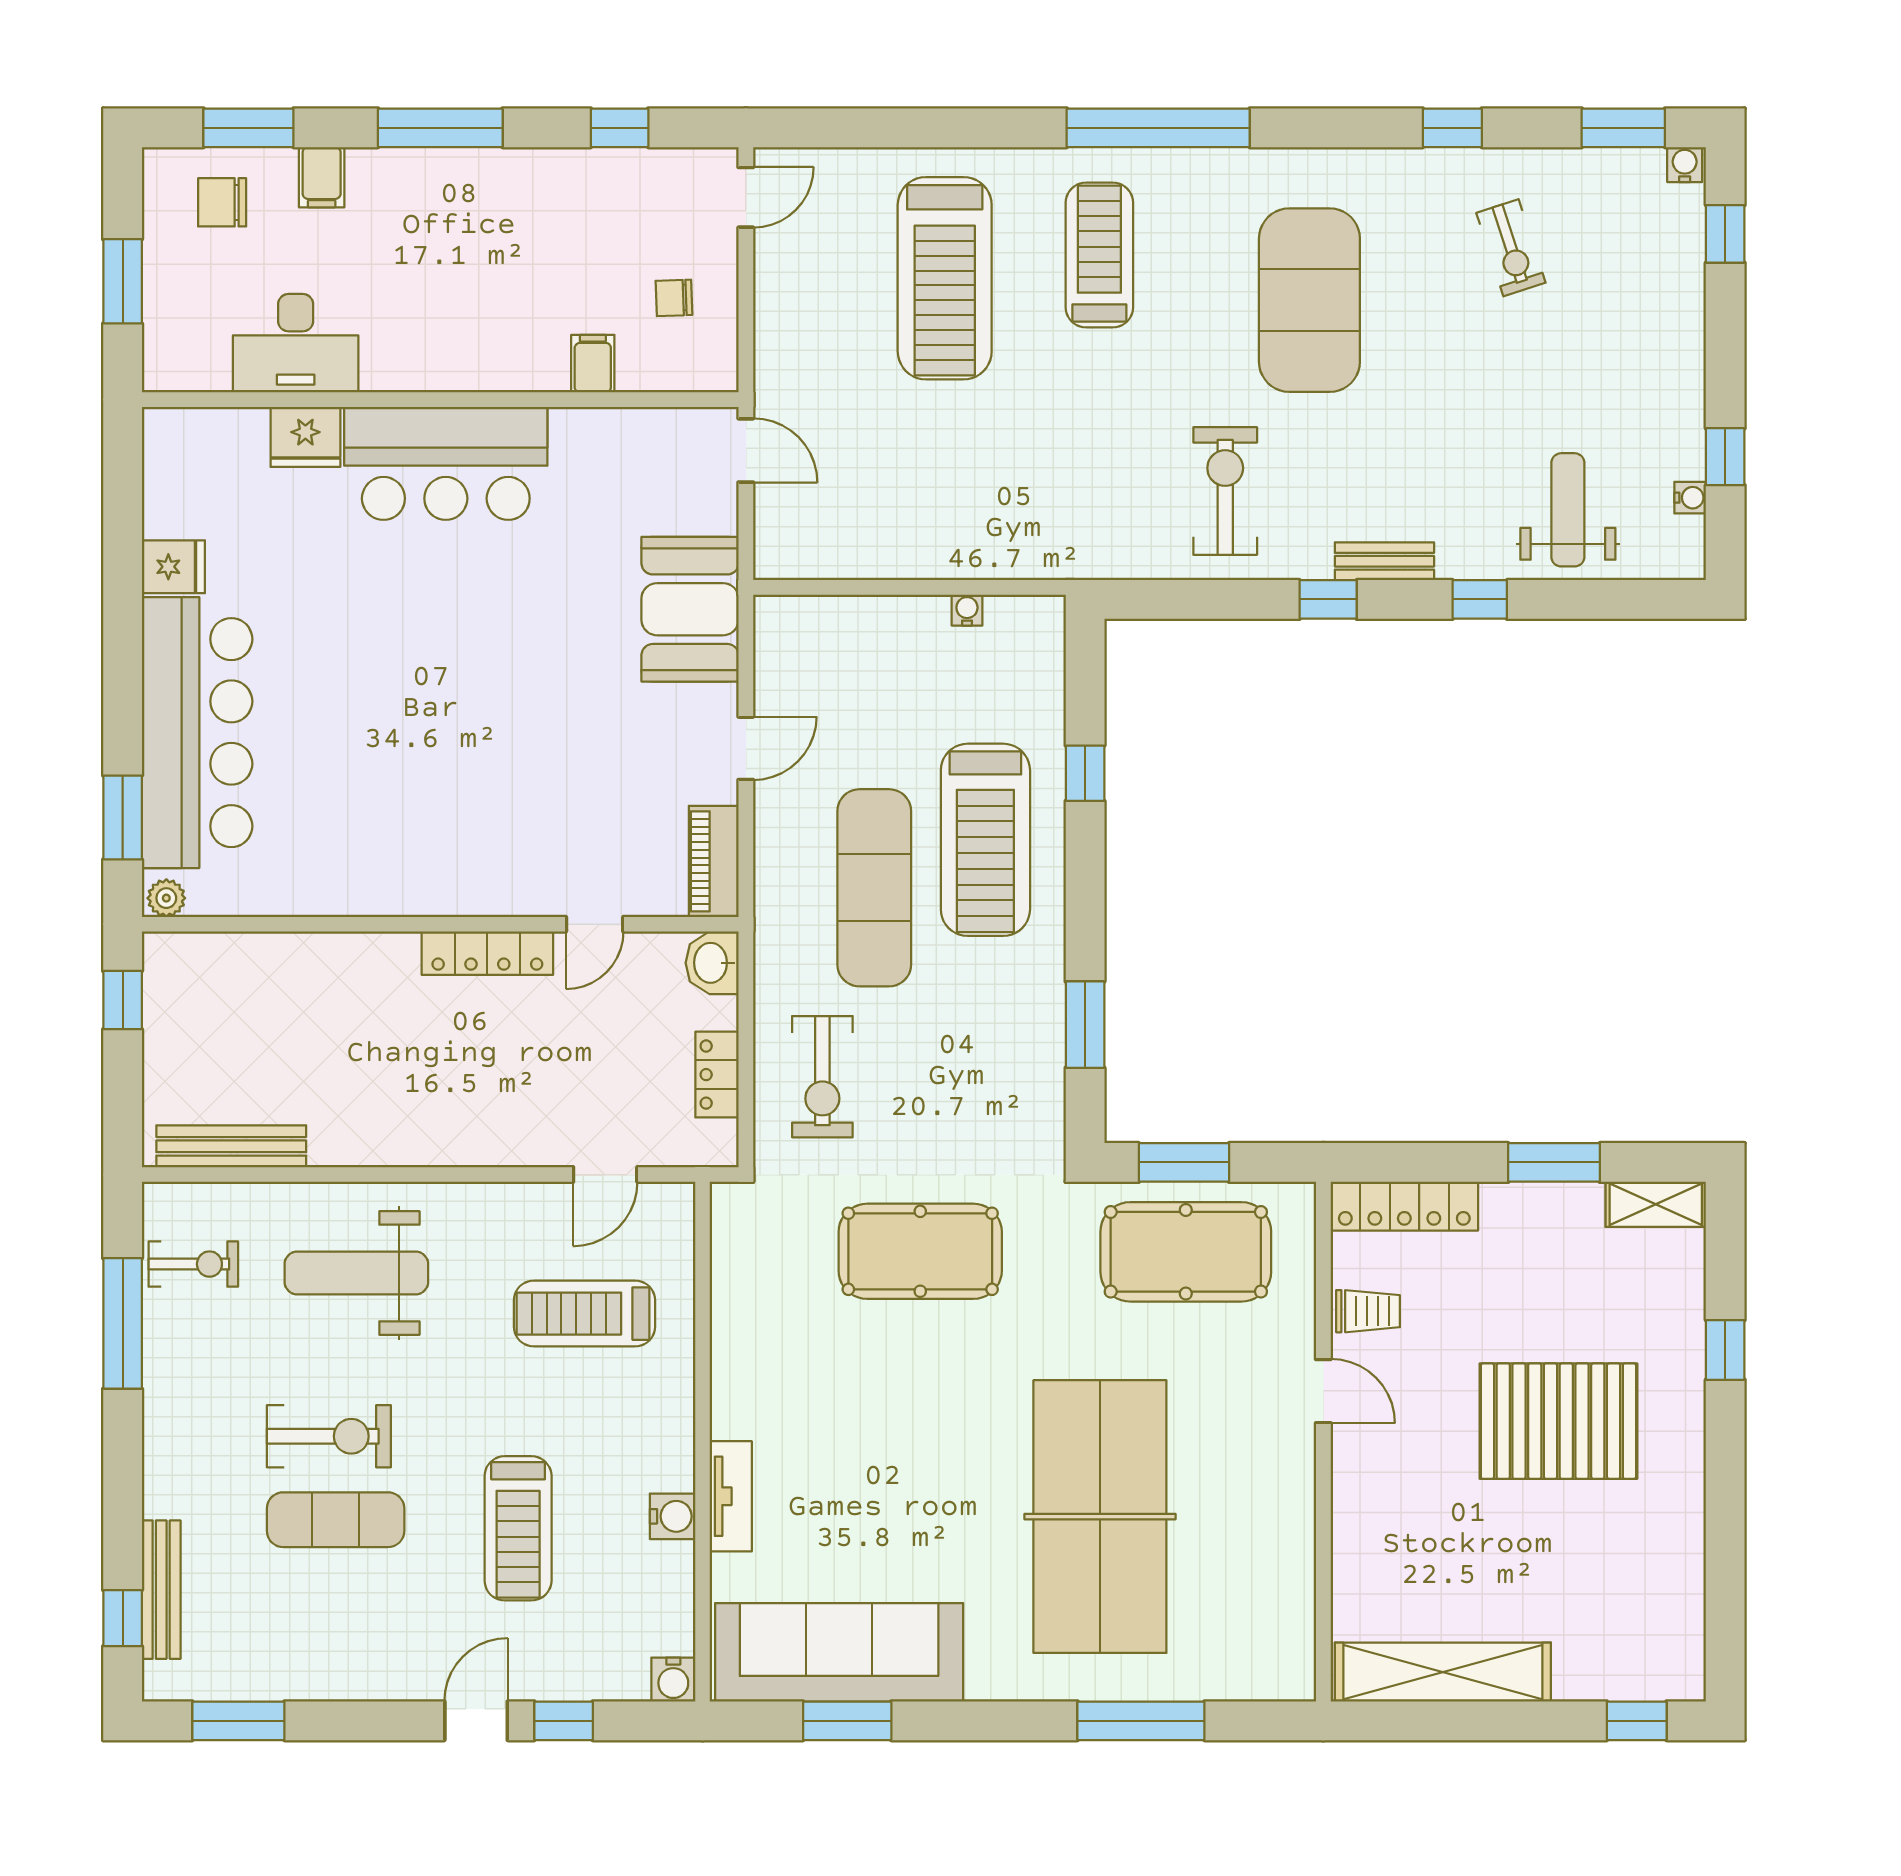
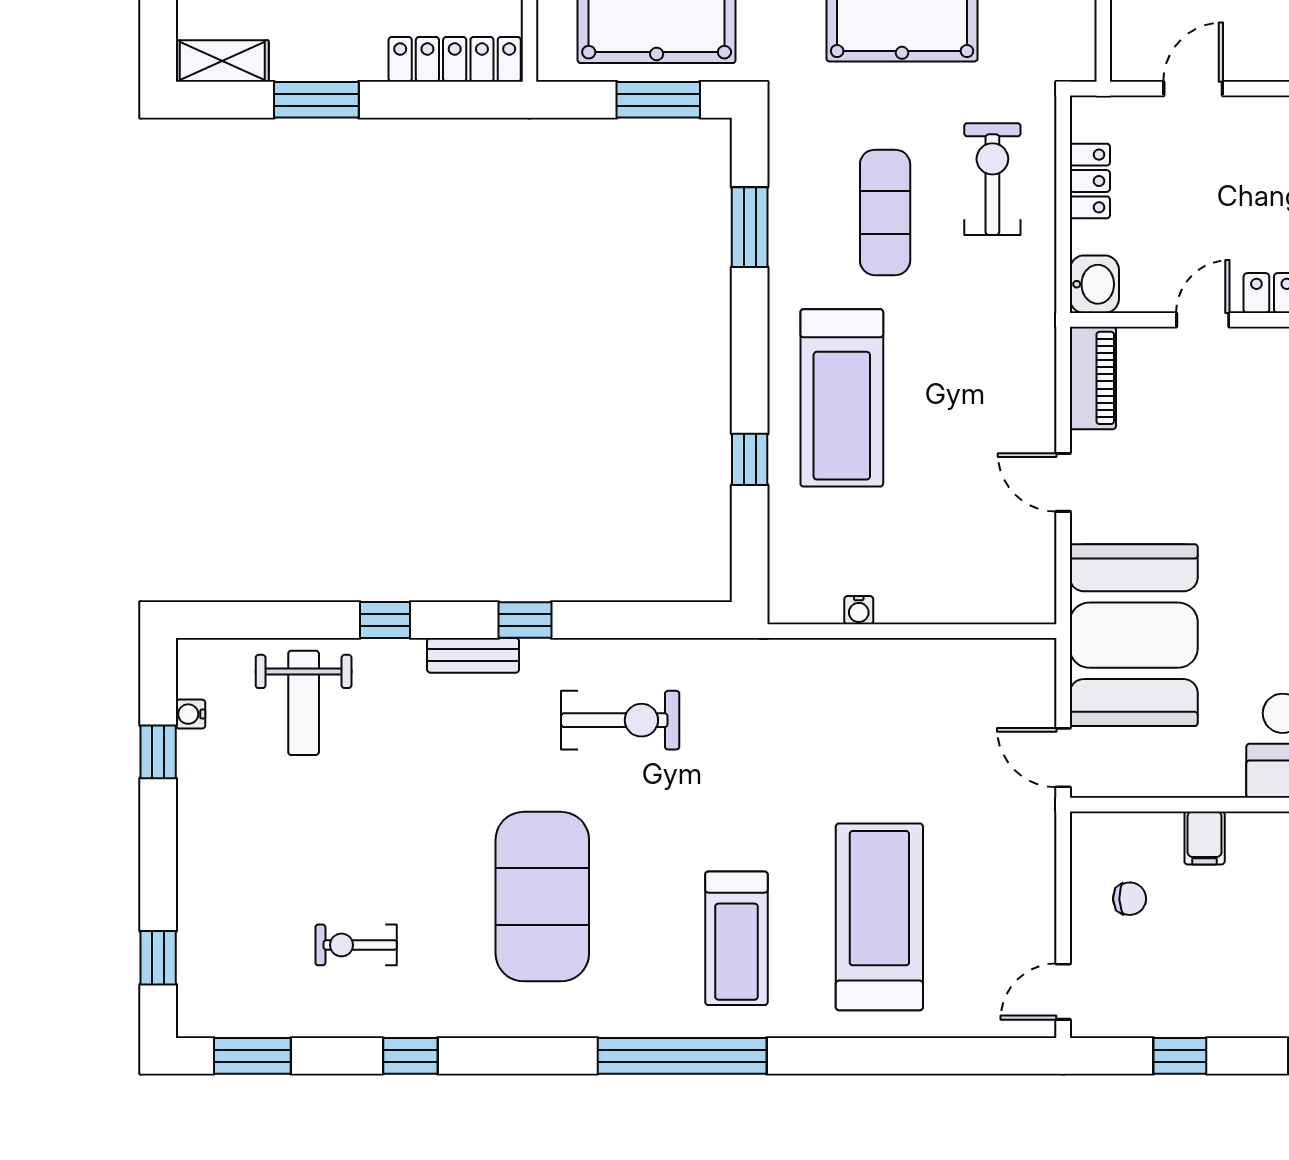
water cooler: (1685, 165) -> (196, 1022), removed
exercise bike: (1511, 248) -> (356, 945), turned -72
exercise bike: (1225, 491) -> (620, 720), turned -90
booth: (690, 609) -> (1134, 635), width x1.36, depth x1.42
door: (746, 748) -> (1063, 482), hinge flipped
treadmill: (985, 840) -> (842, 398), turned 180
exercise mat: (874, 888) -> (885, 212), moved, width x0.73, depth x0.69

